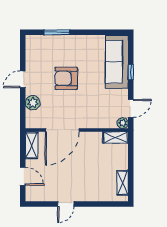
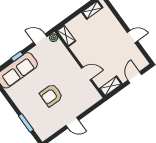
armchair: (66, 78) -> (51, 95), turned 90
plant: (33, 103) -> (83, 105), removed
door: (62, 130) -> (86, 74), width x0.53

